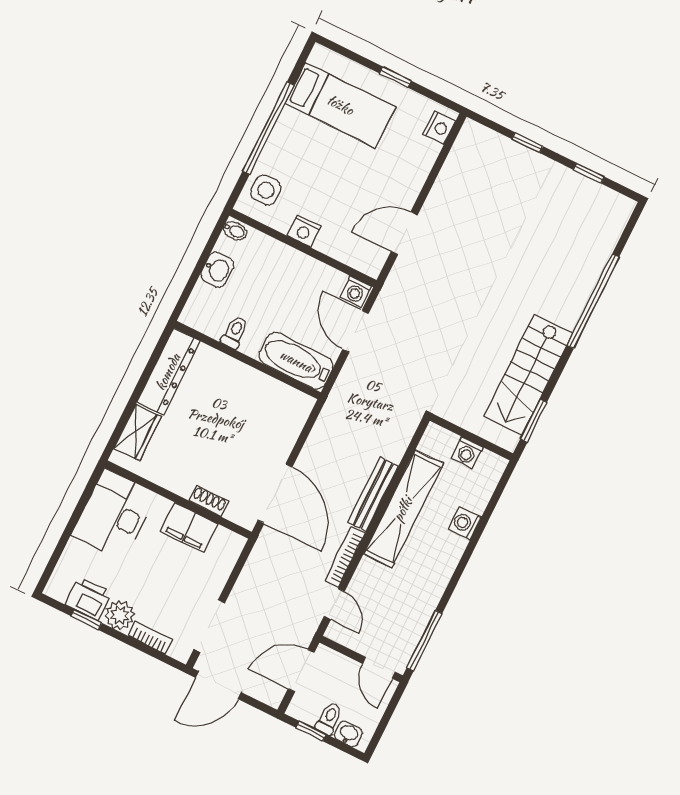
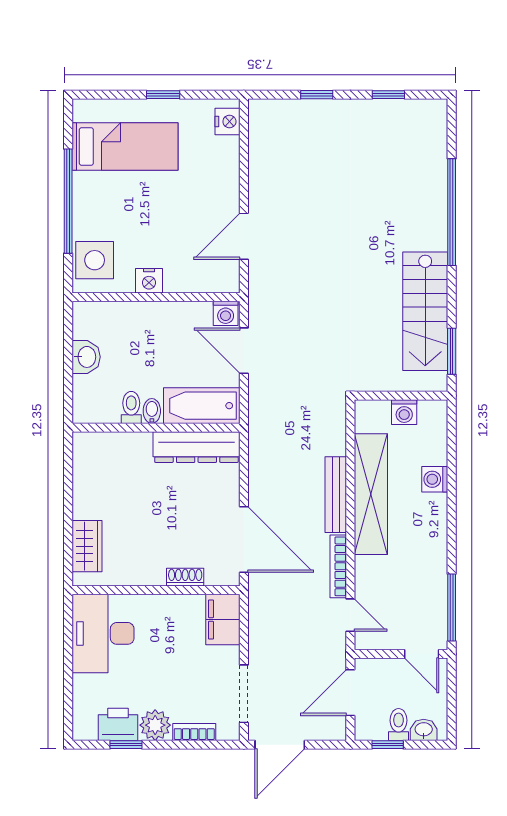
side table: (266, 190) -> (95, 260), width x1.37, depth x1.37
bidet: (235, 231) -> (152, 411), moved, turned -90
dresser: (168, 372) -> (196, 447), moved, turned 90
filing cabinet: (189, 528) -> (223, 619), moved, turned 90

